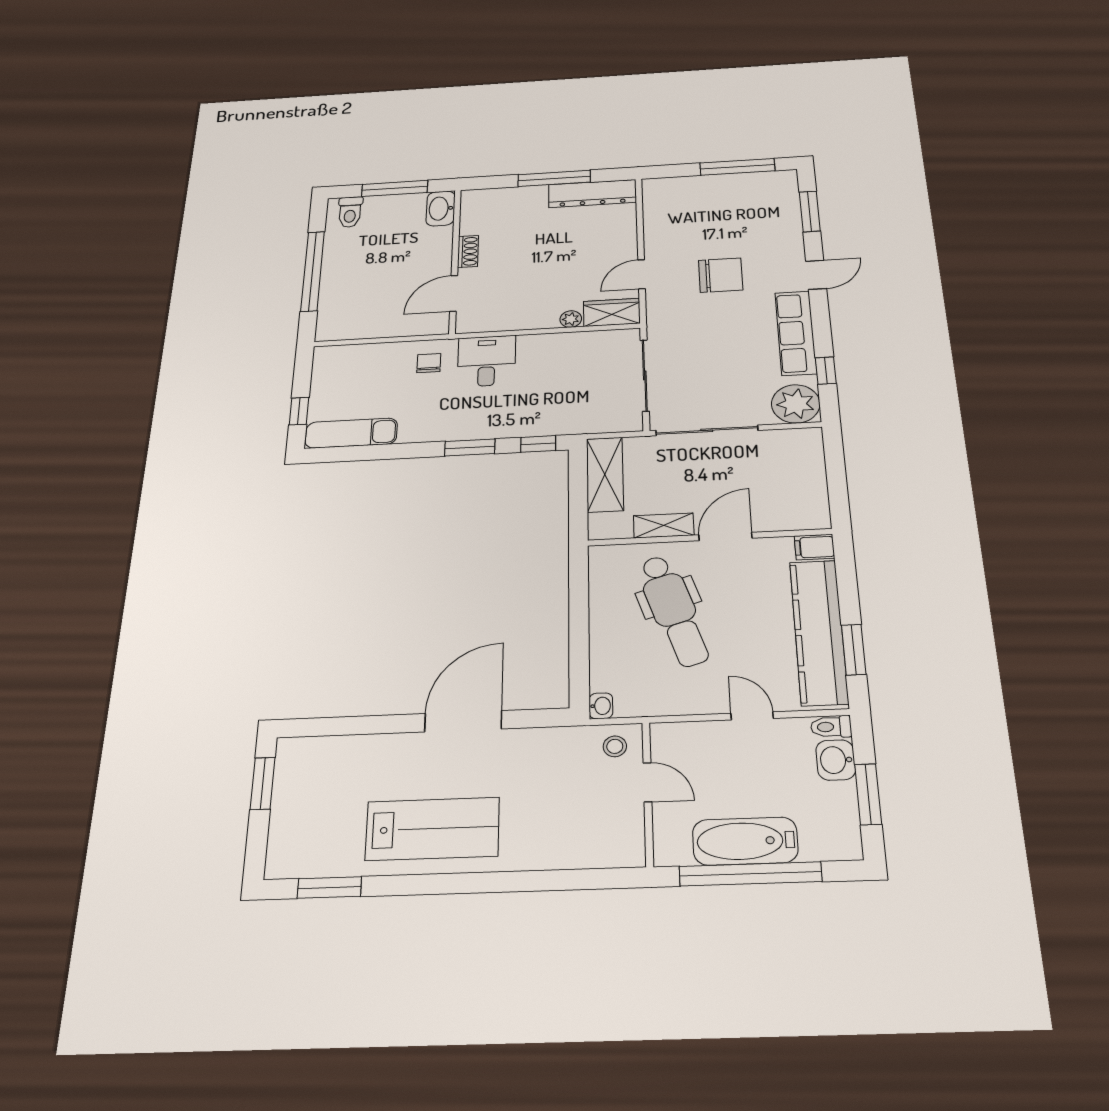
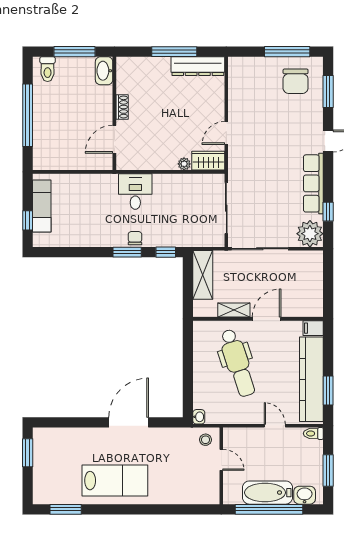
chair: (721, 275) -> (296, 81), moved, turned 90
chair: (429, 363) -> (135, 238), moved
exam couch: (351, 433) -> (42, 206), moved, turned 90
washbasin: (836, 760) -> (305, 495), moved, turned 90

